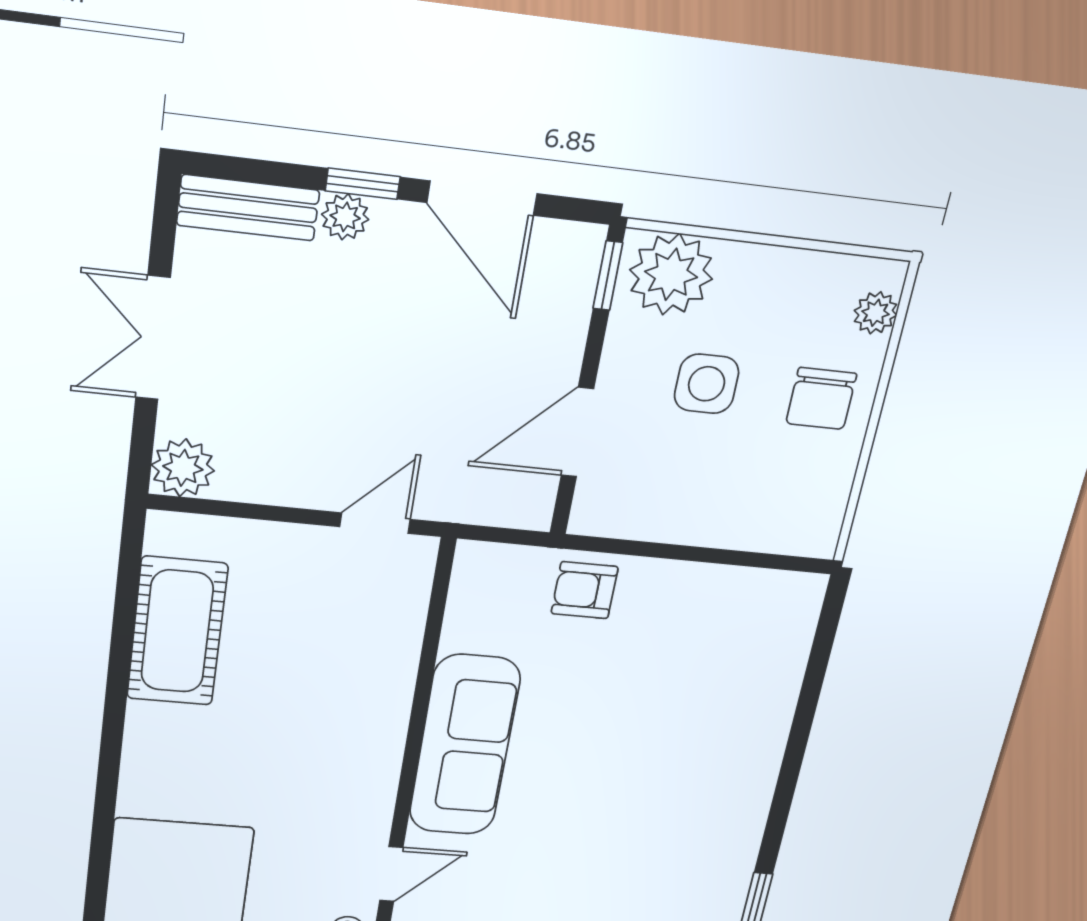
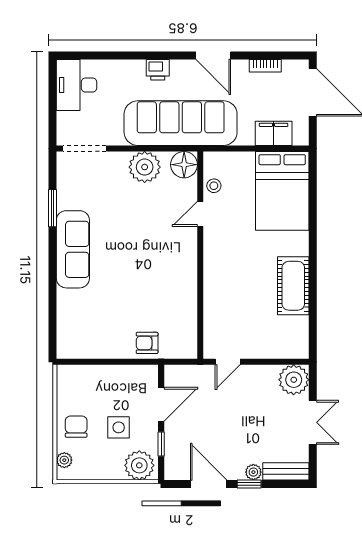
window: (608, 276) -> (161, 444), moved
plant: (183, 468) -> (294, 380), width x1.36, depth x1.36
armchair: (585, 590) -> (147, 343), turned 180
cot: (177, 631) -> (293, 286), moved
sofa: (464, 746) -> (73, 249), moved, turned 180

